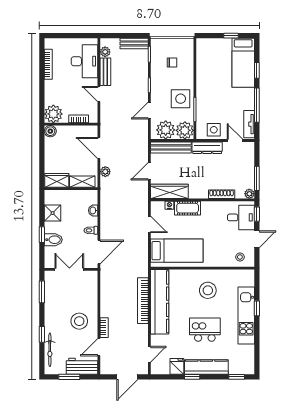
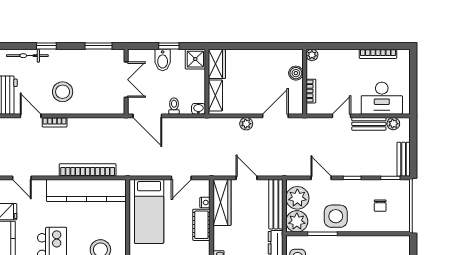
plant: (53, 114) -> (312, 55), width x0.53, depth x0.53
boiler: (50, 131) -> (296, 73), moved
wardrobe: (57, 180) -> (217, 64), moved
shelving: (82, 182) -> (215, 95), moved
wall: (71, 189) -> (207, 82), moved

